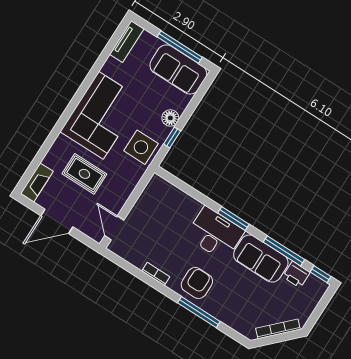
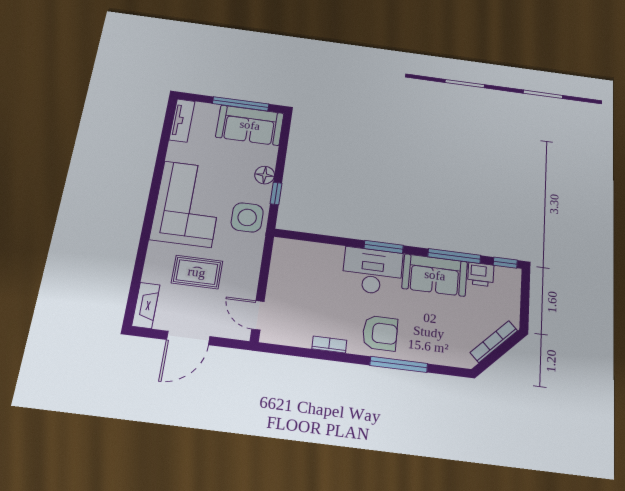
armchair: (197, 283) -> (380, 333), turned 90

